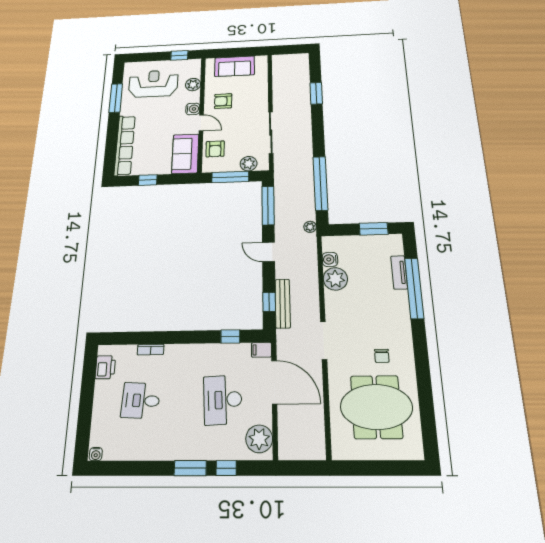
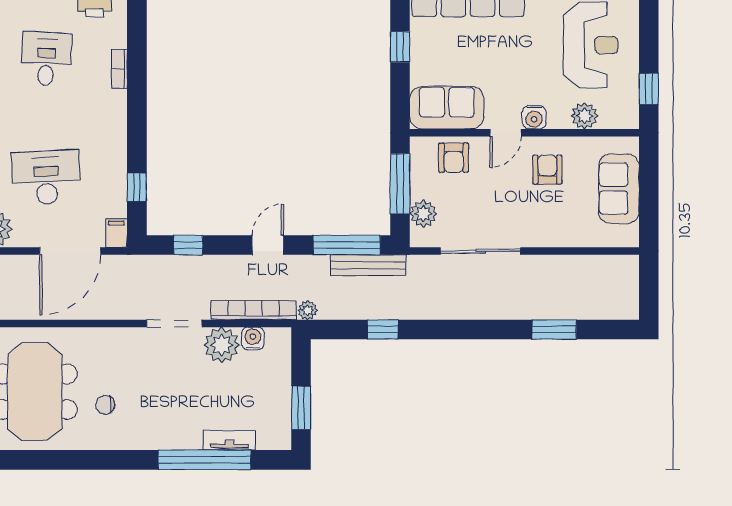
armchair: (215, 149) -> (454, 158), turned -90
window: (320, 183) -> (383, 329), width x0.32
bookcase: (311, 259) -> (254, 310), added
bench: (283, 304) -> (368, 265), moved
doorway: (324, 340) -> (174, 323), moved

